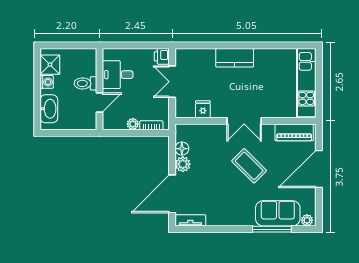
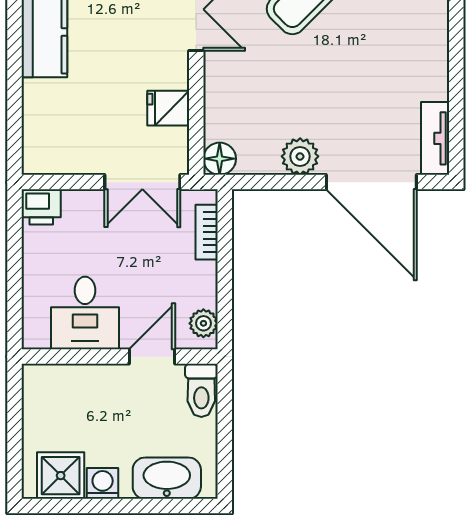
double door: (172, 82) -> (142, 182), moved
toilet: (85, 83) -> (201, 390), moved
door: (100, 103) -> (152, 357), hinge flipped
plant: (133, 124) -> (203, 323), moved
floor lamp: (182, 149) -> (220, 159), moved

